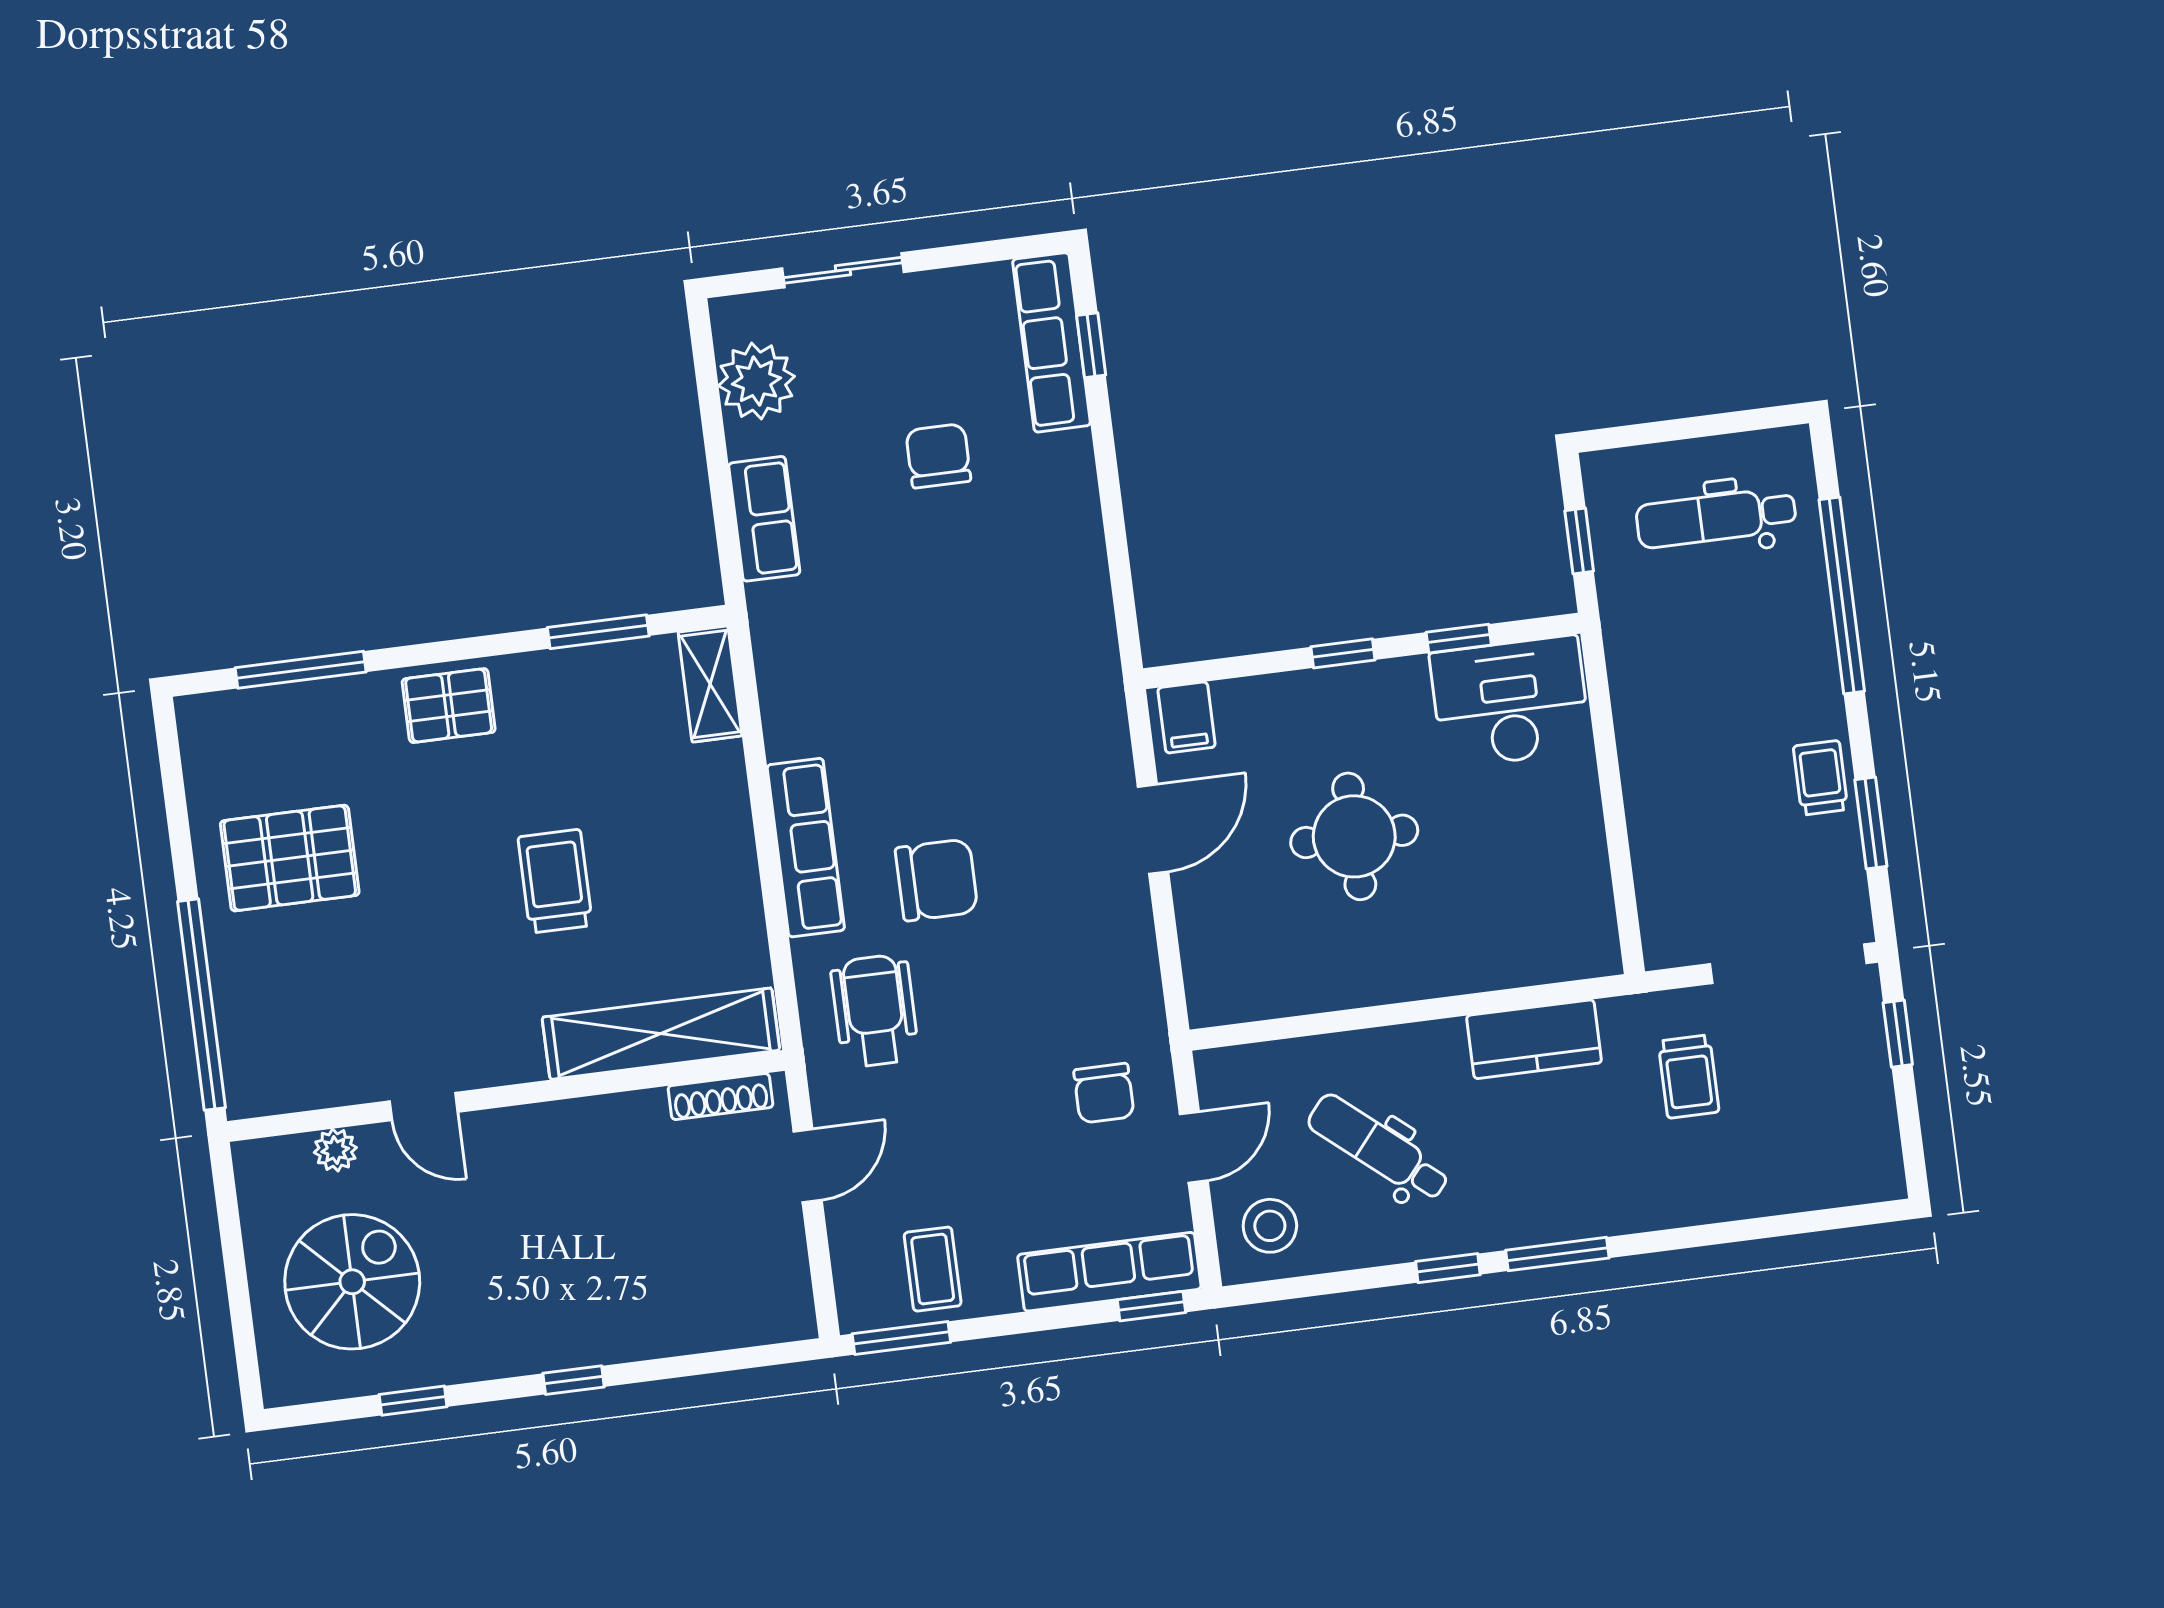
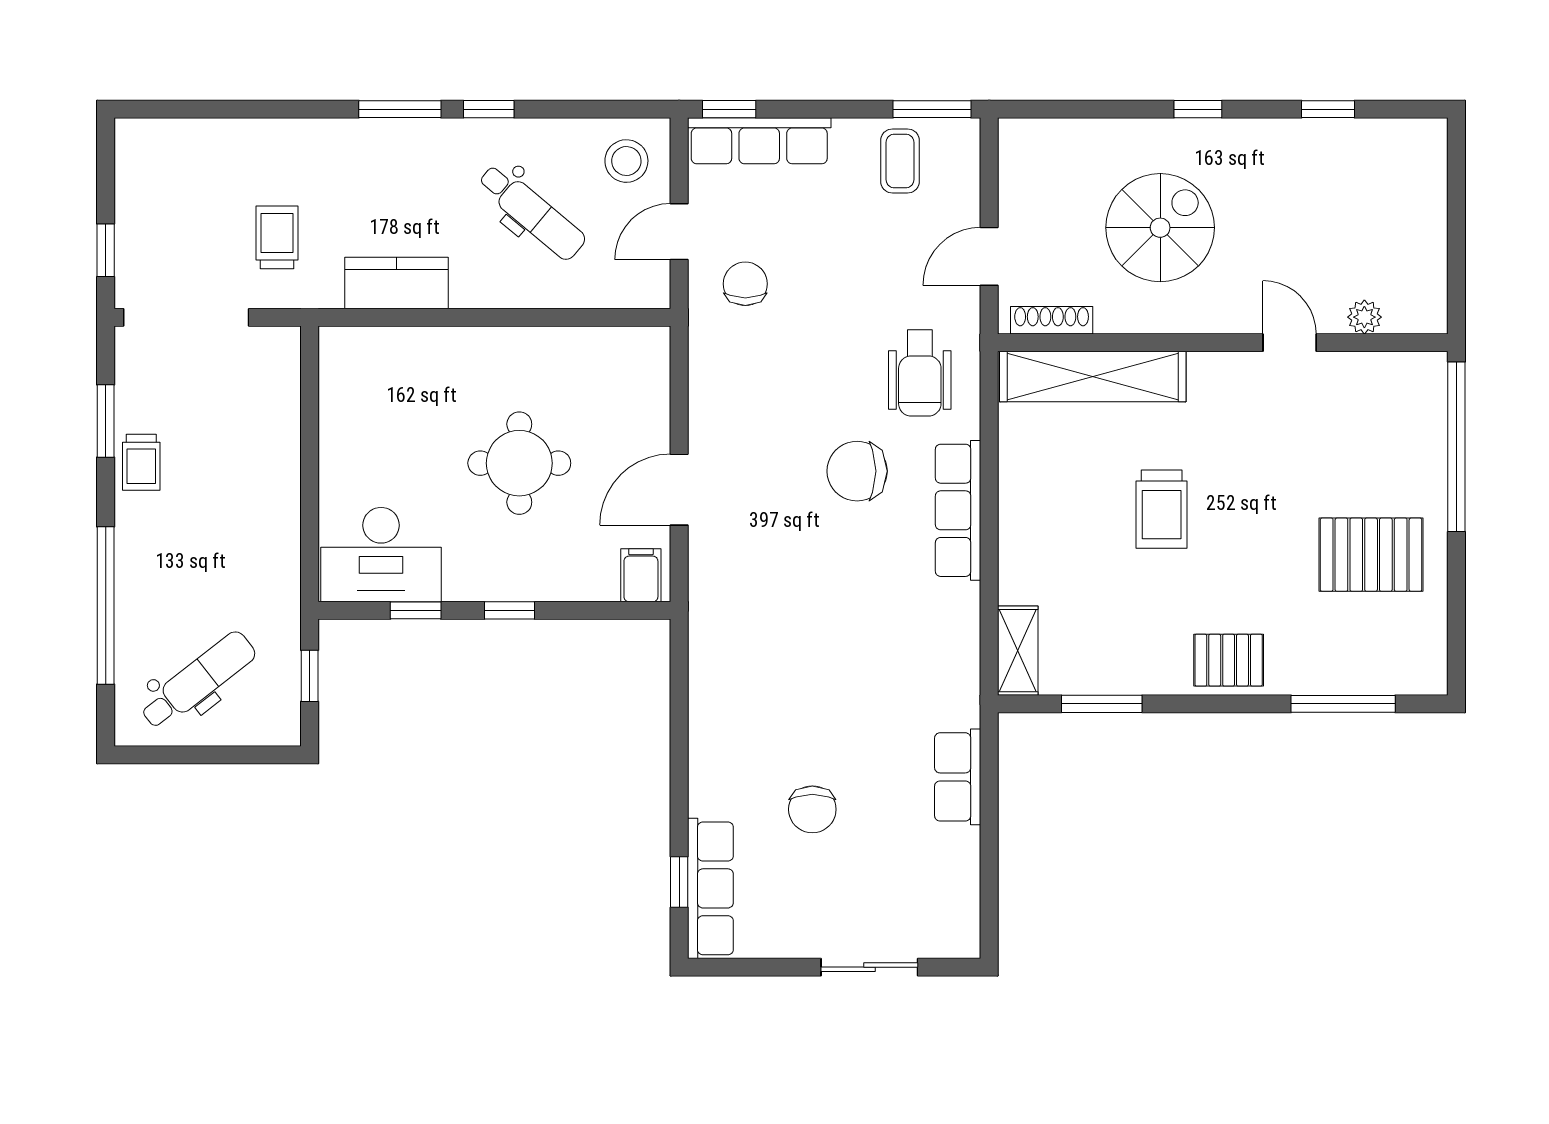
plant: (756, 381) -> (950, 888), removed
dental chair: (1716, 518) -> (198, 681), turned -38
spiral stairs: (352, 1282) -> (1160, 228), moved, turned 180

